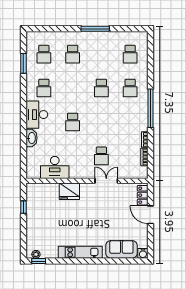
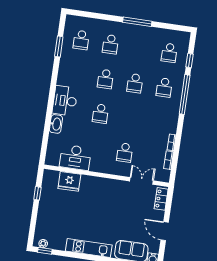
window: (151, 59) -> (190, 61), added
school desk: (44, 88) -> (105, 79), moved
window: (151, 108) -> (185, 94), moved
double door: (106, 181) -> (141, 181), moved
fridge: (69, 191) -> (69, 181), moved
door: (151, 215) -> (165, 231), moved

